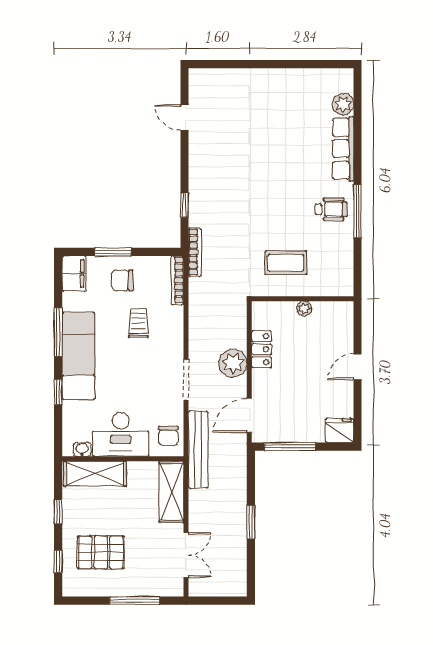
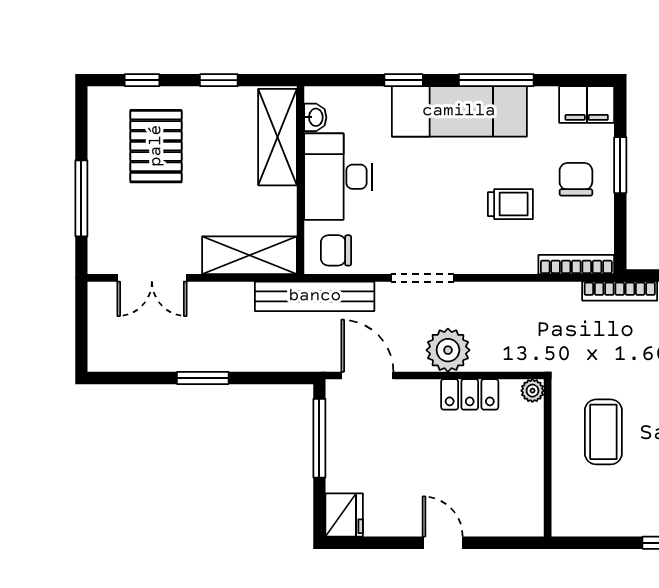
plant: (304, 309) -> (532, 391), moved

